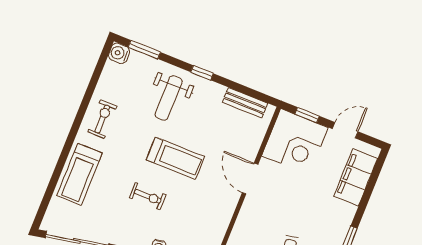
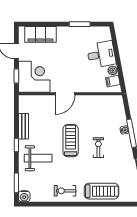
bench: (245, 103) -> (23, 126), moved

